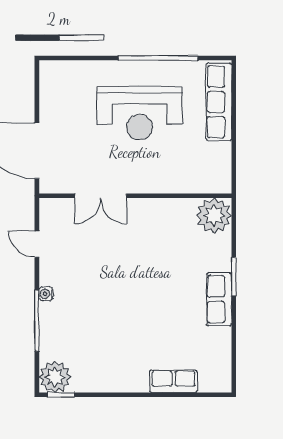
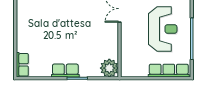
reception desk: (140, 113) -> (163, 29), turned 180
row of seats: (174, 381) -> (22, 65), moved

